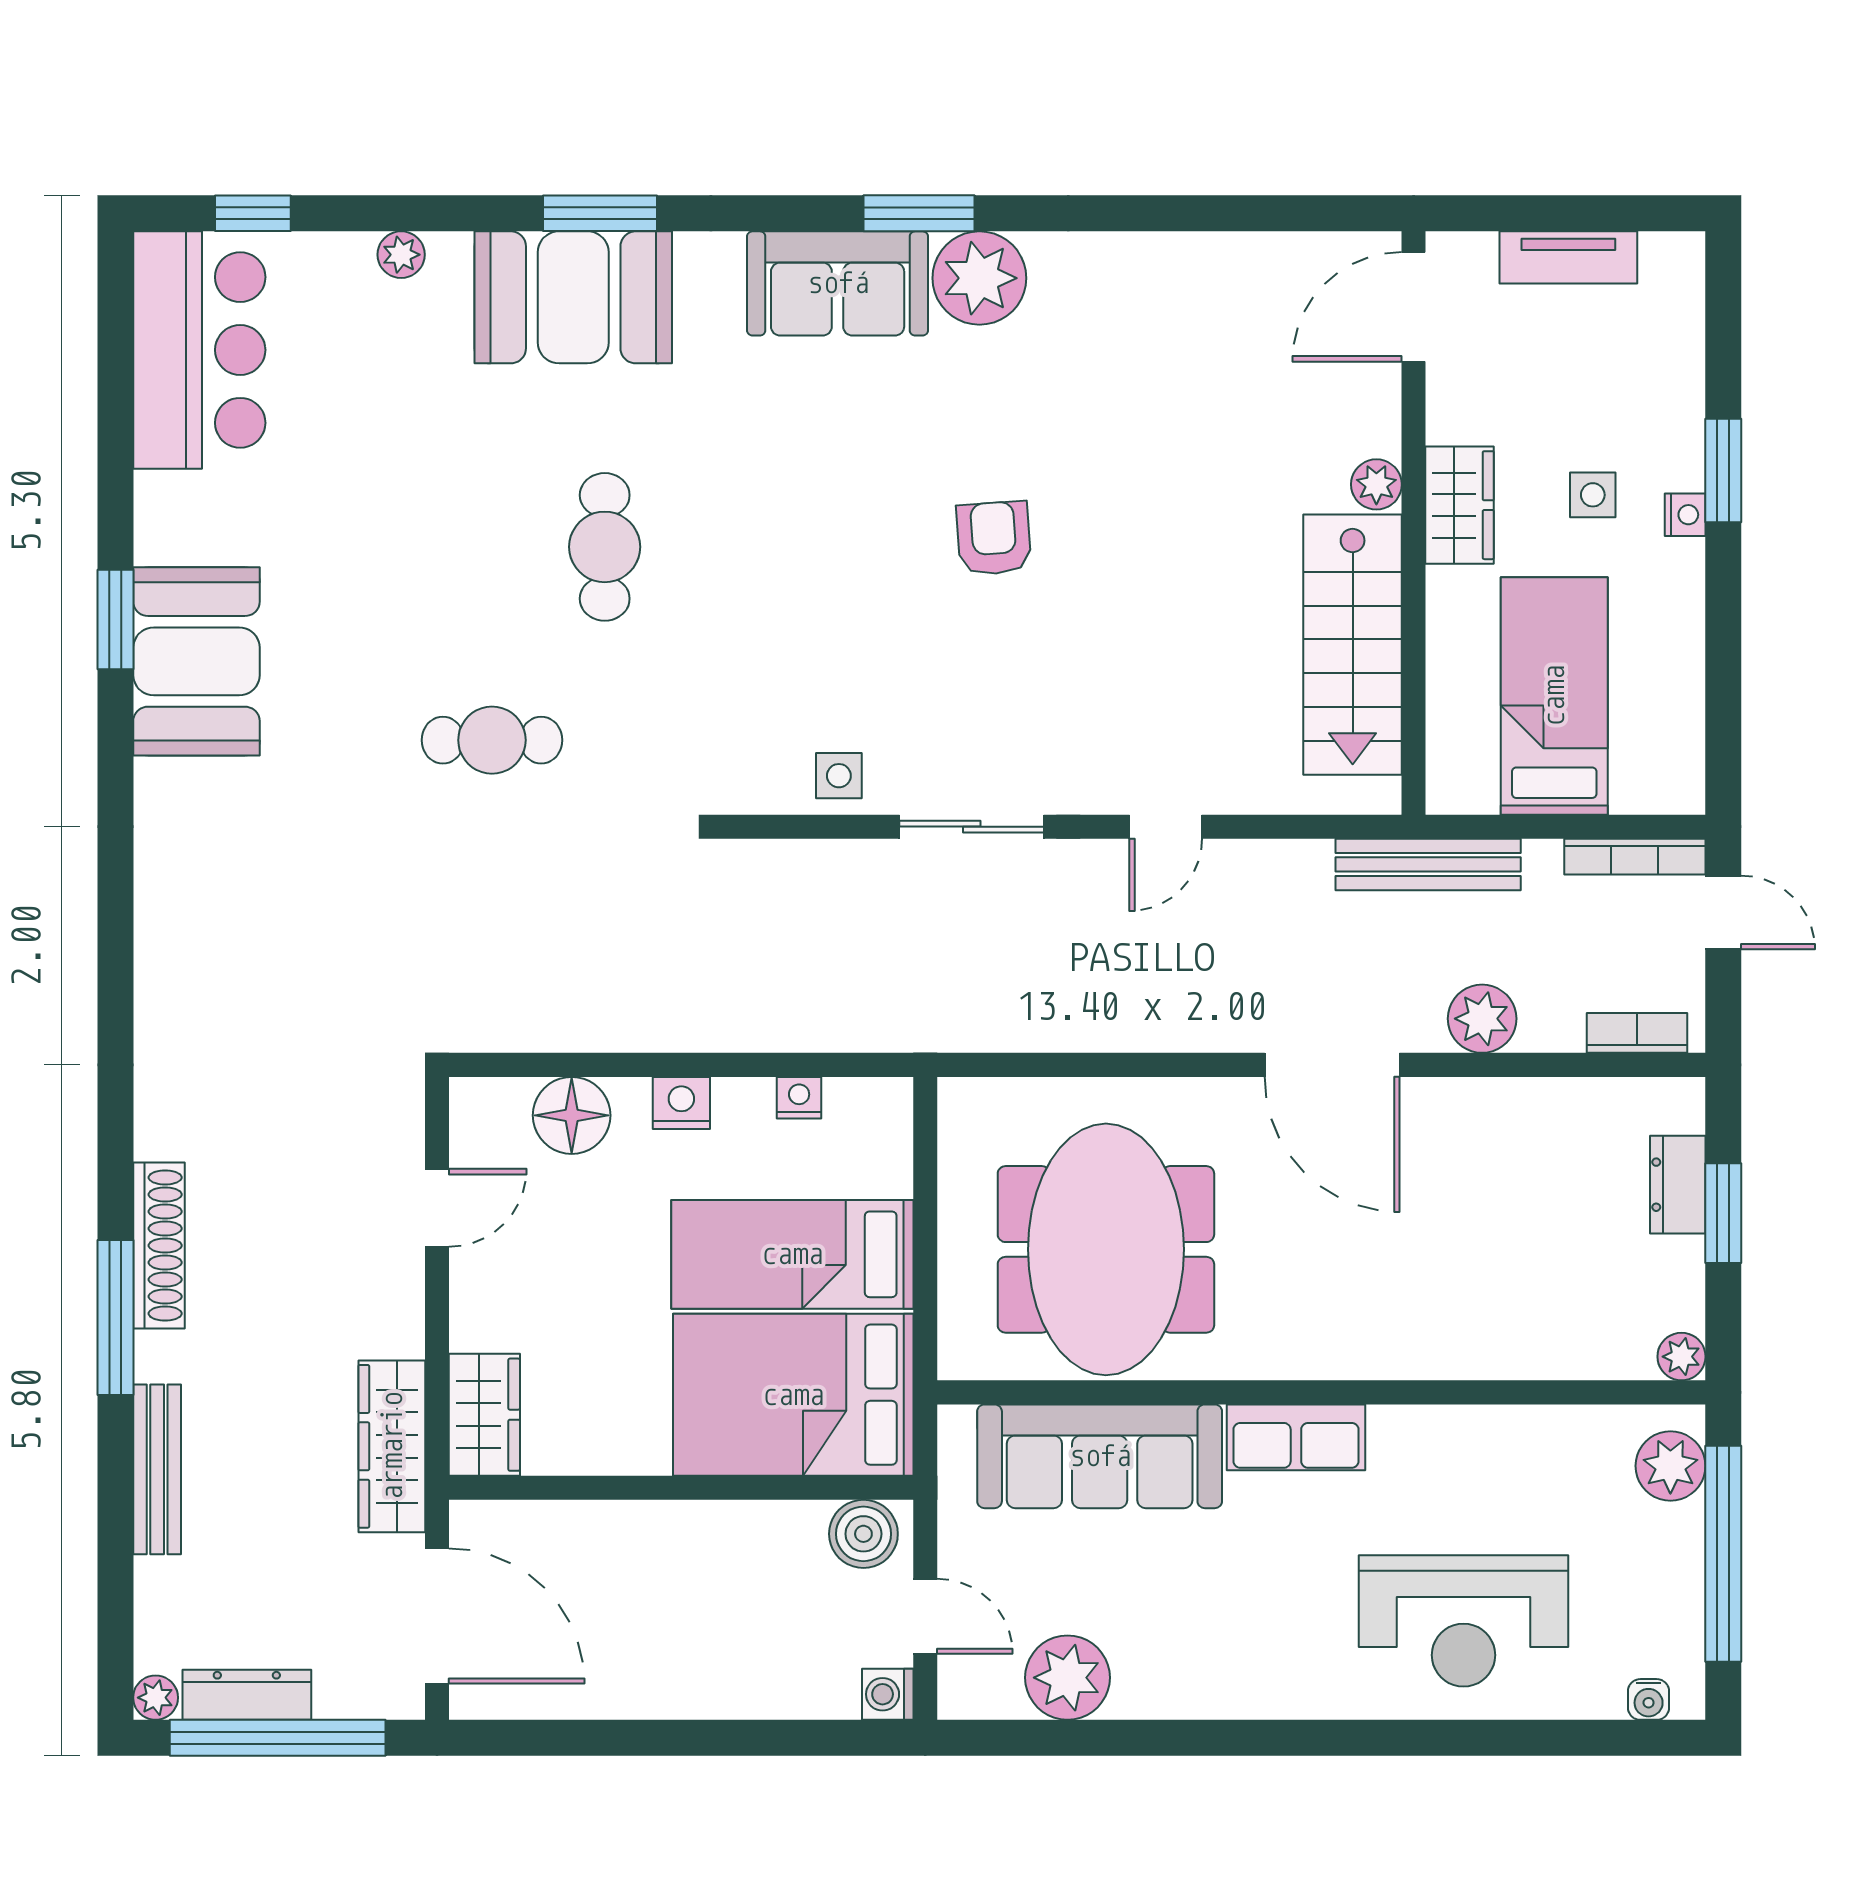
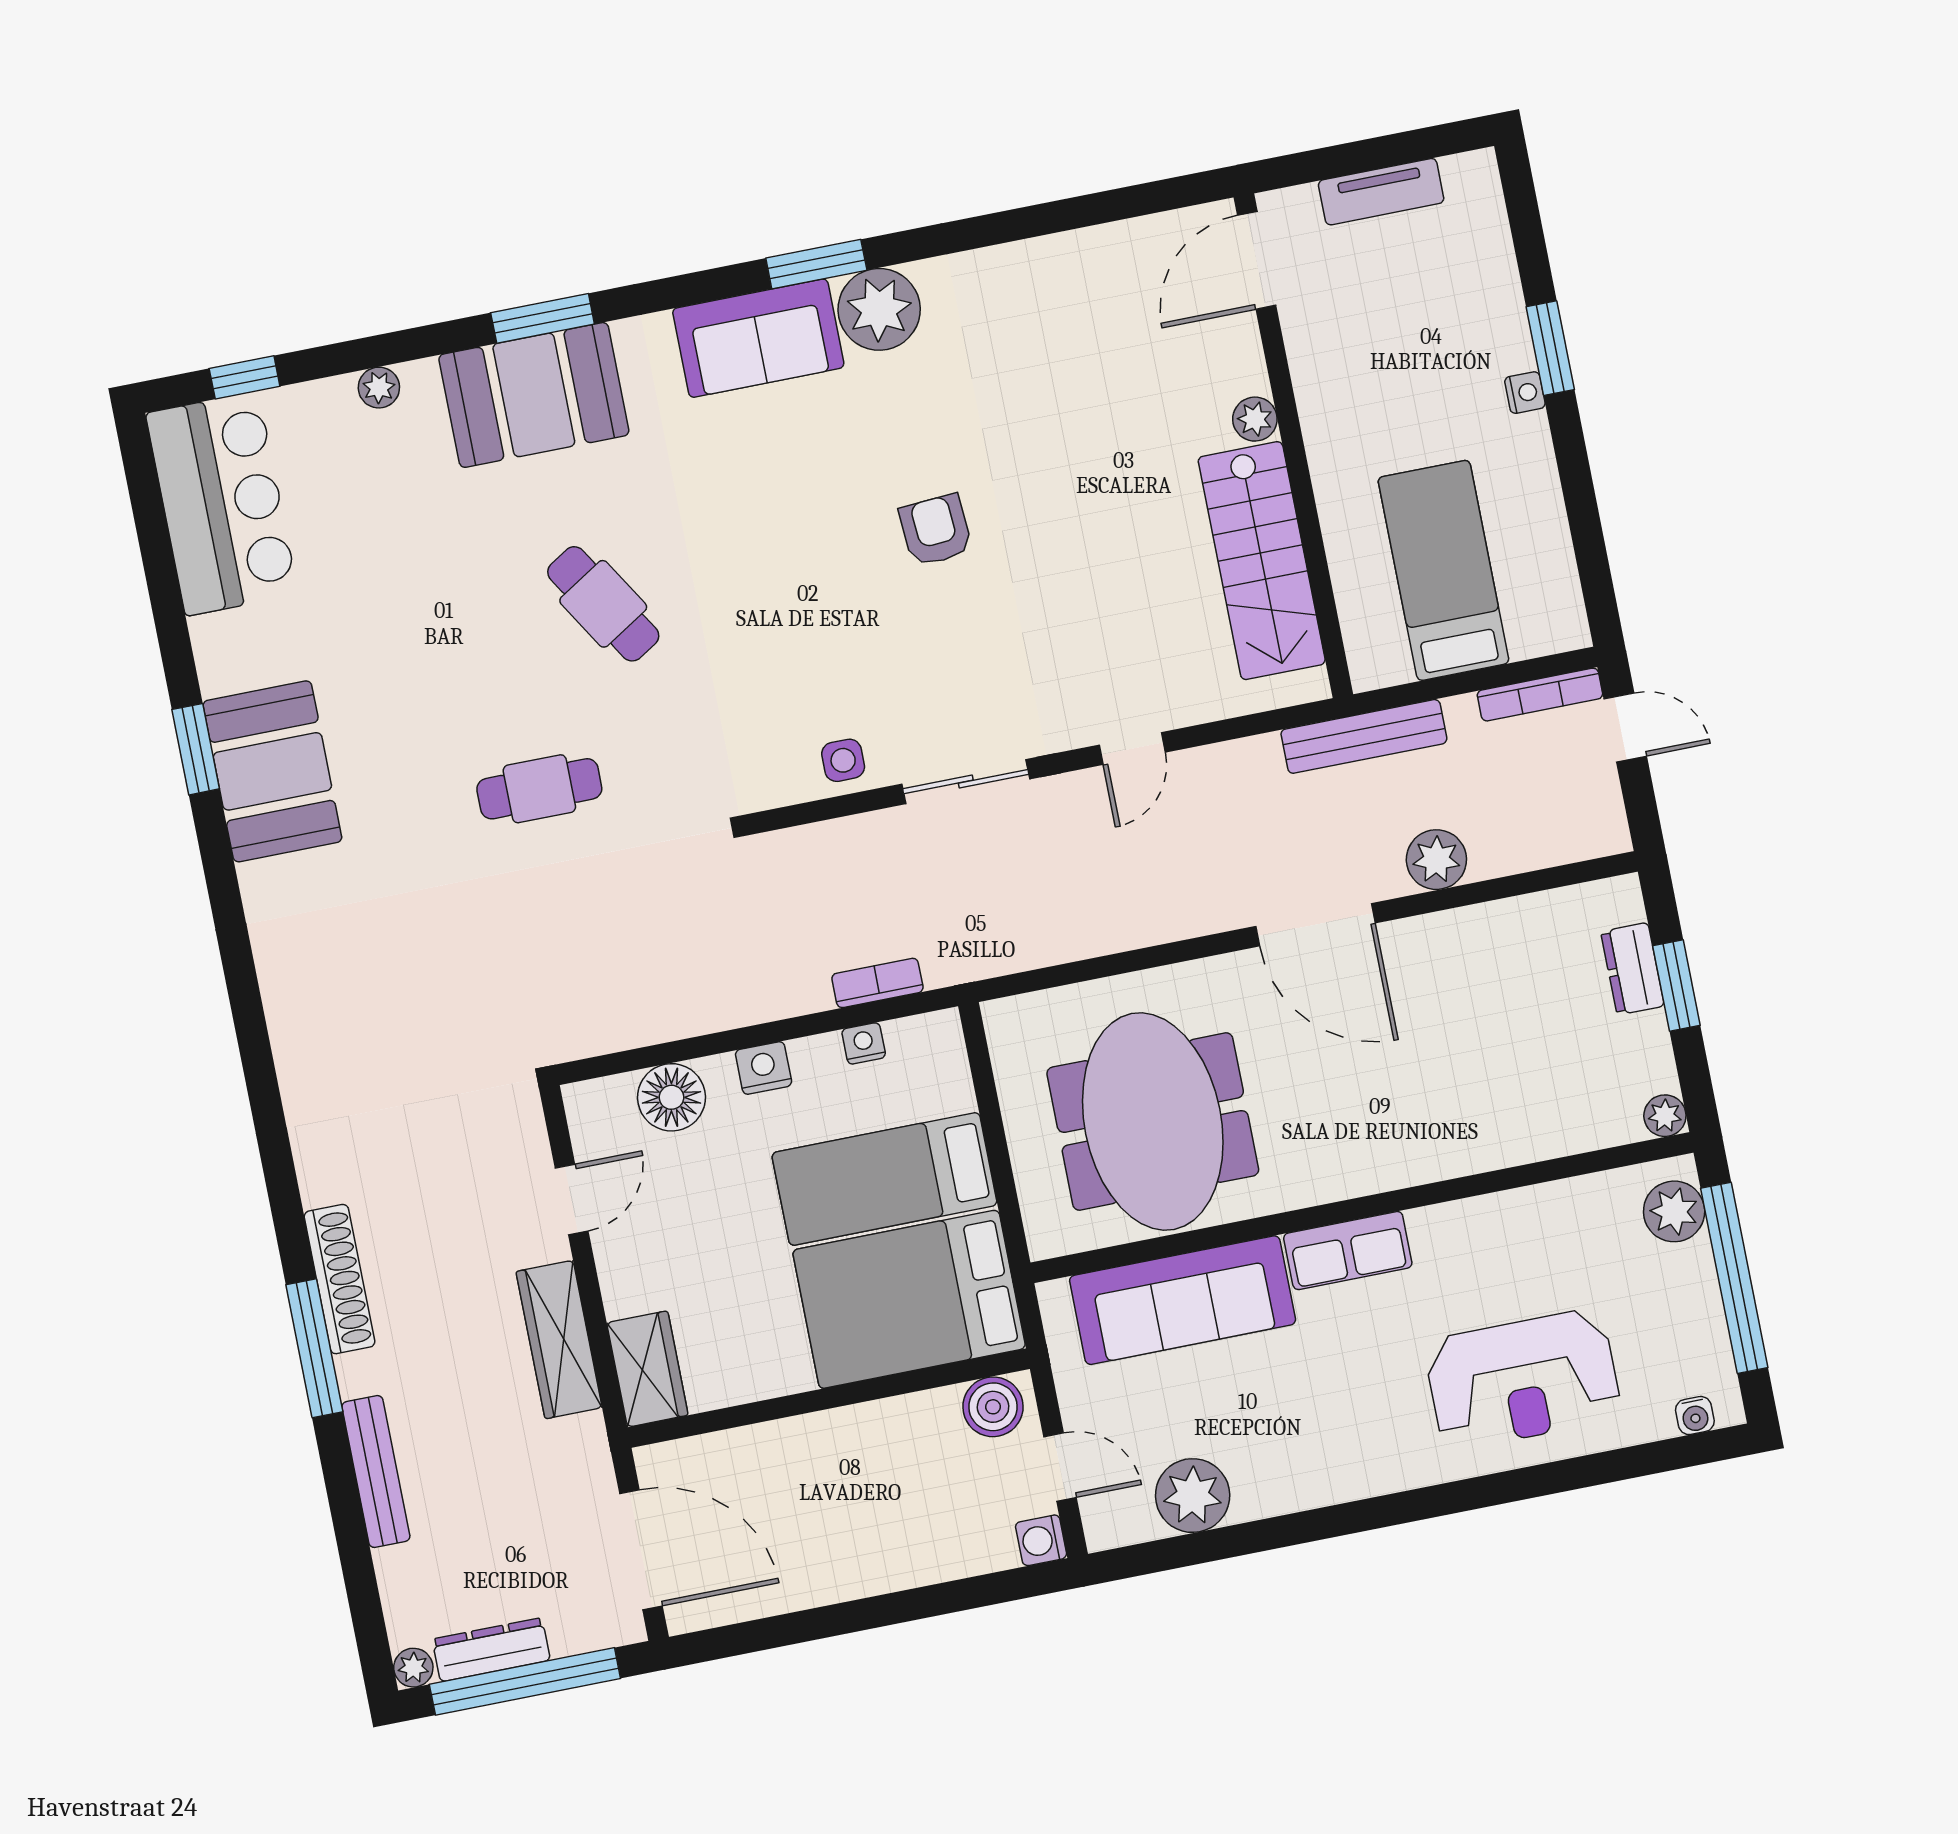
side table: (1593, 495) -> (1442, 391), removed
wardrobe: (1460, 505) -> (1330, 423), removed
cafe table: (605, 547) -> (603, 604), turned -32
bookcase: (1637, 1033) -> (877, 983), moved
wardrobe: (392, 1446) -> (559, 1340), moved

